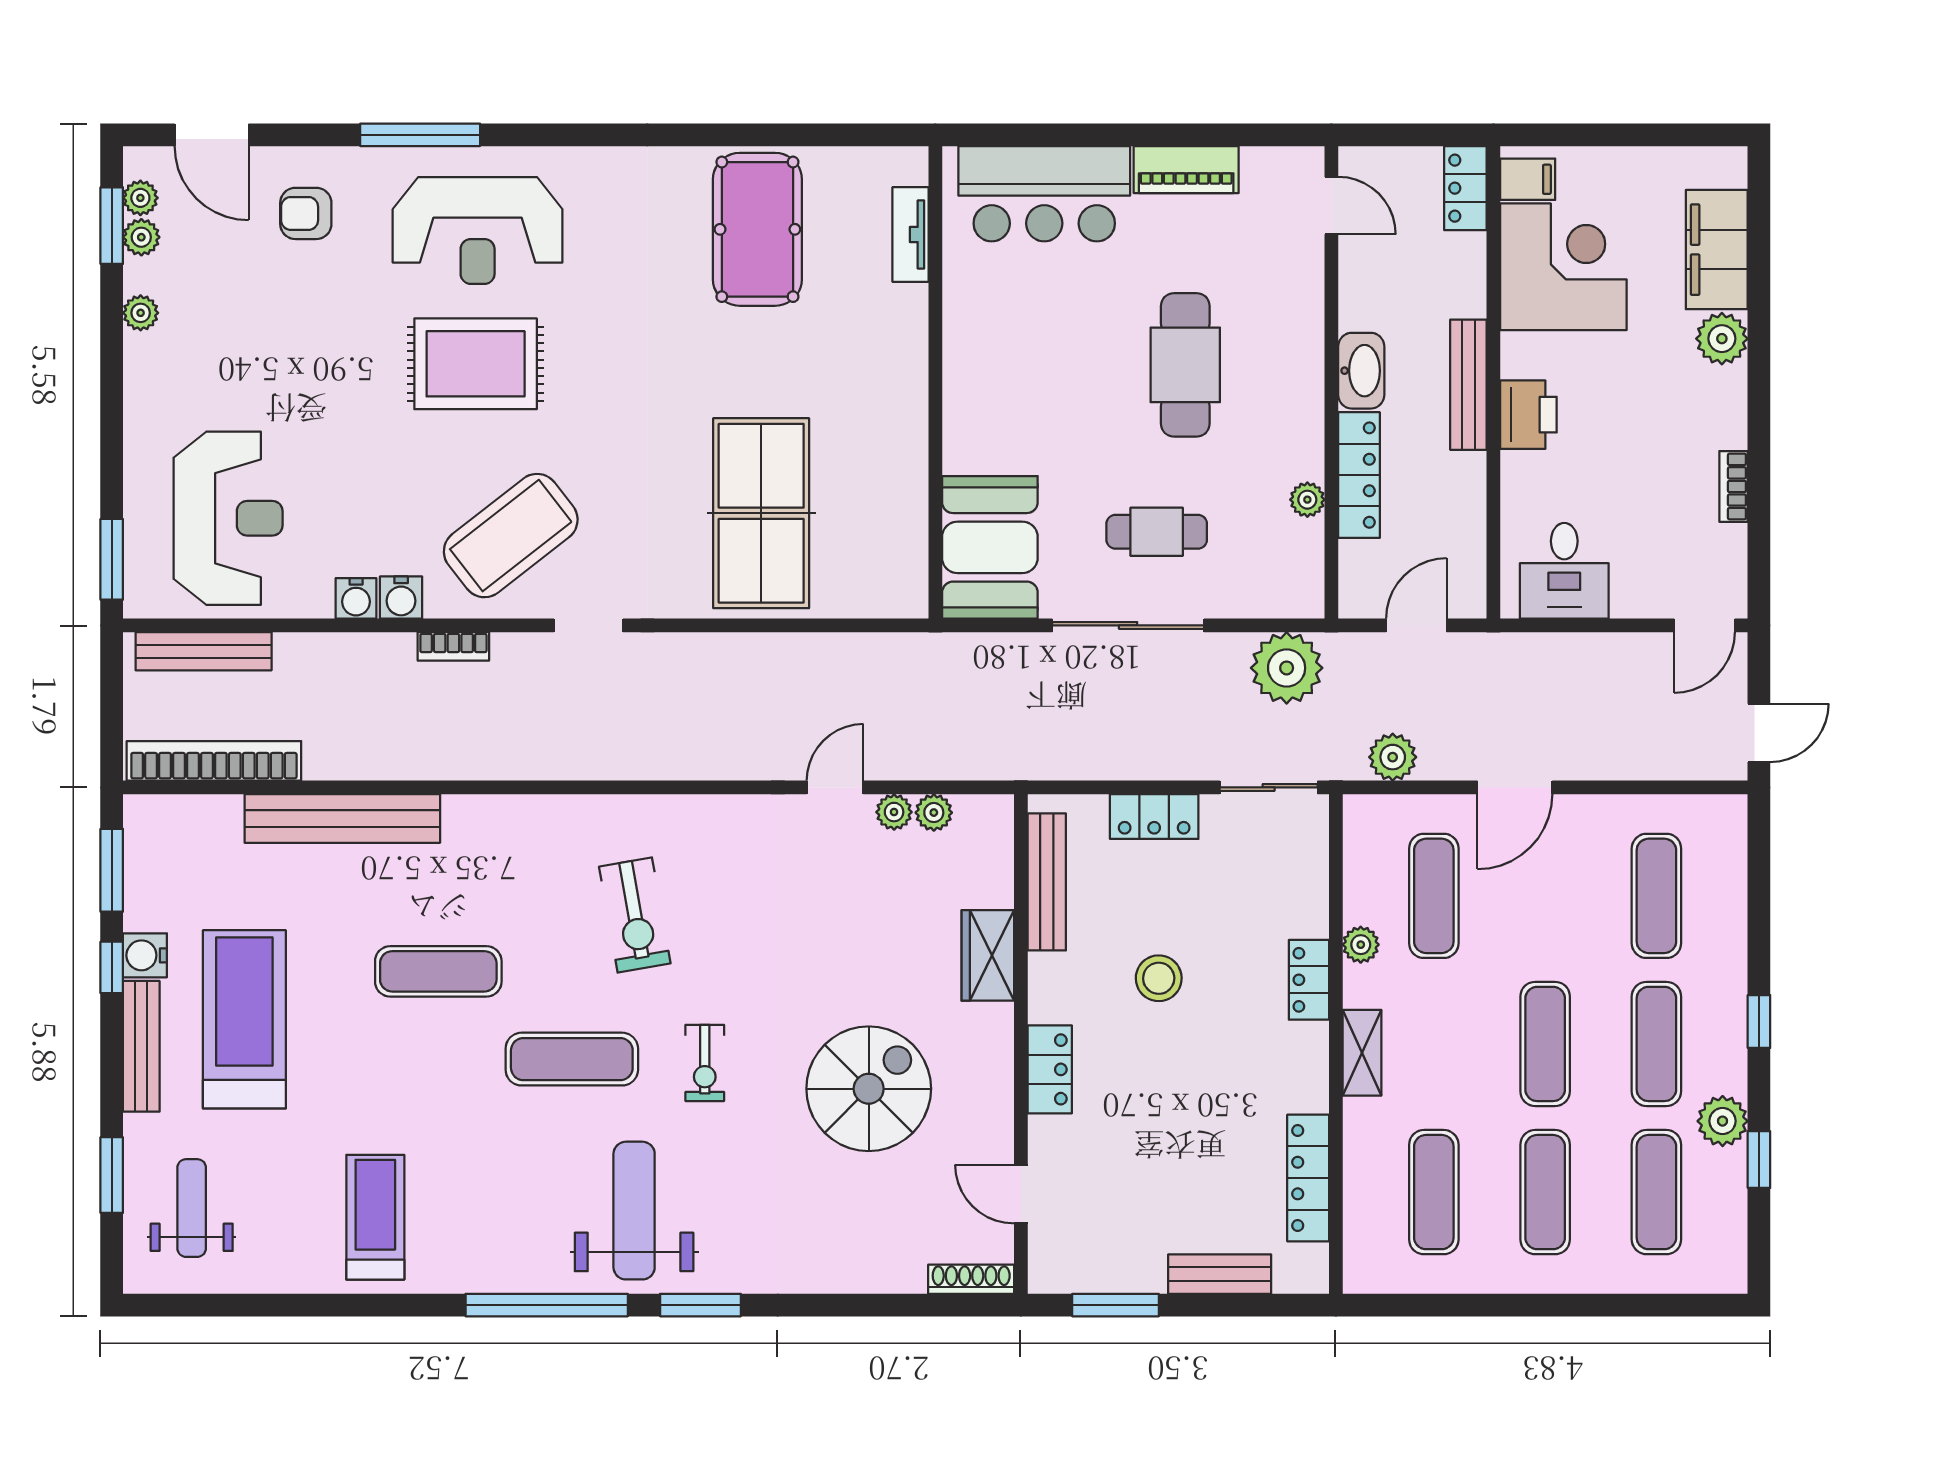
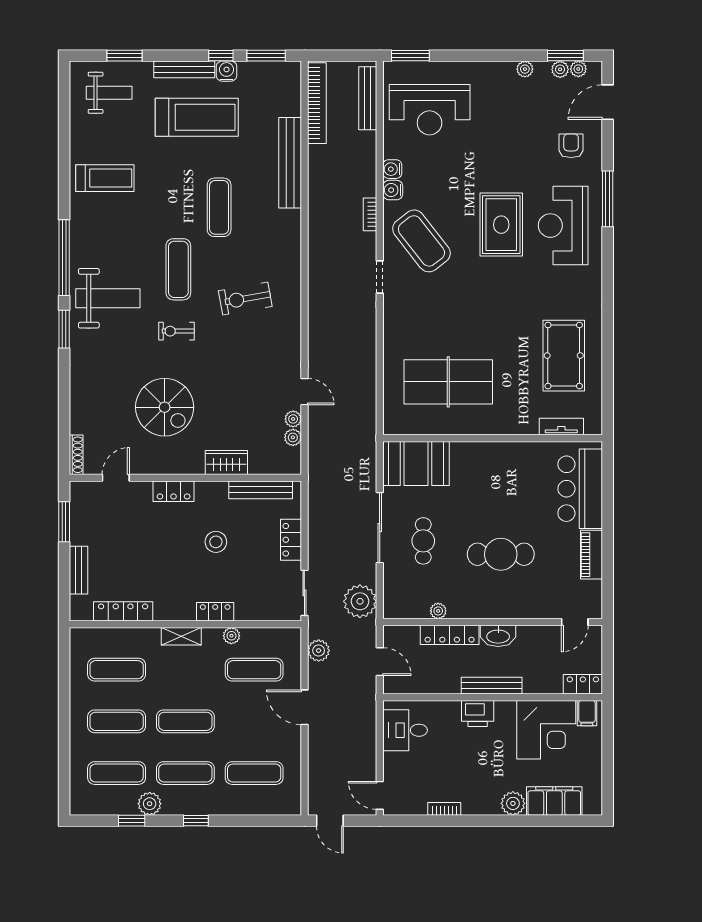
pool table: (757, 229) -> (564, 356), turned 90
table tennis table: (761, 513) -> (448, 382), moved

